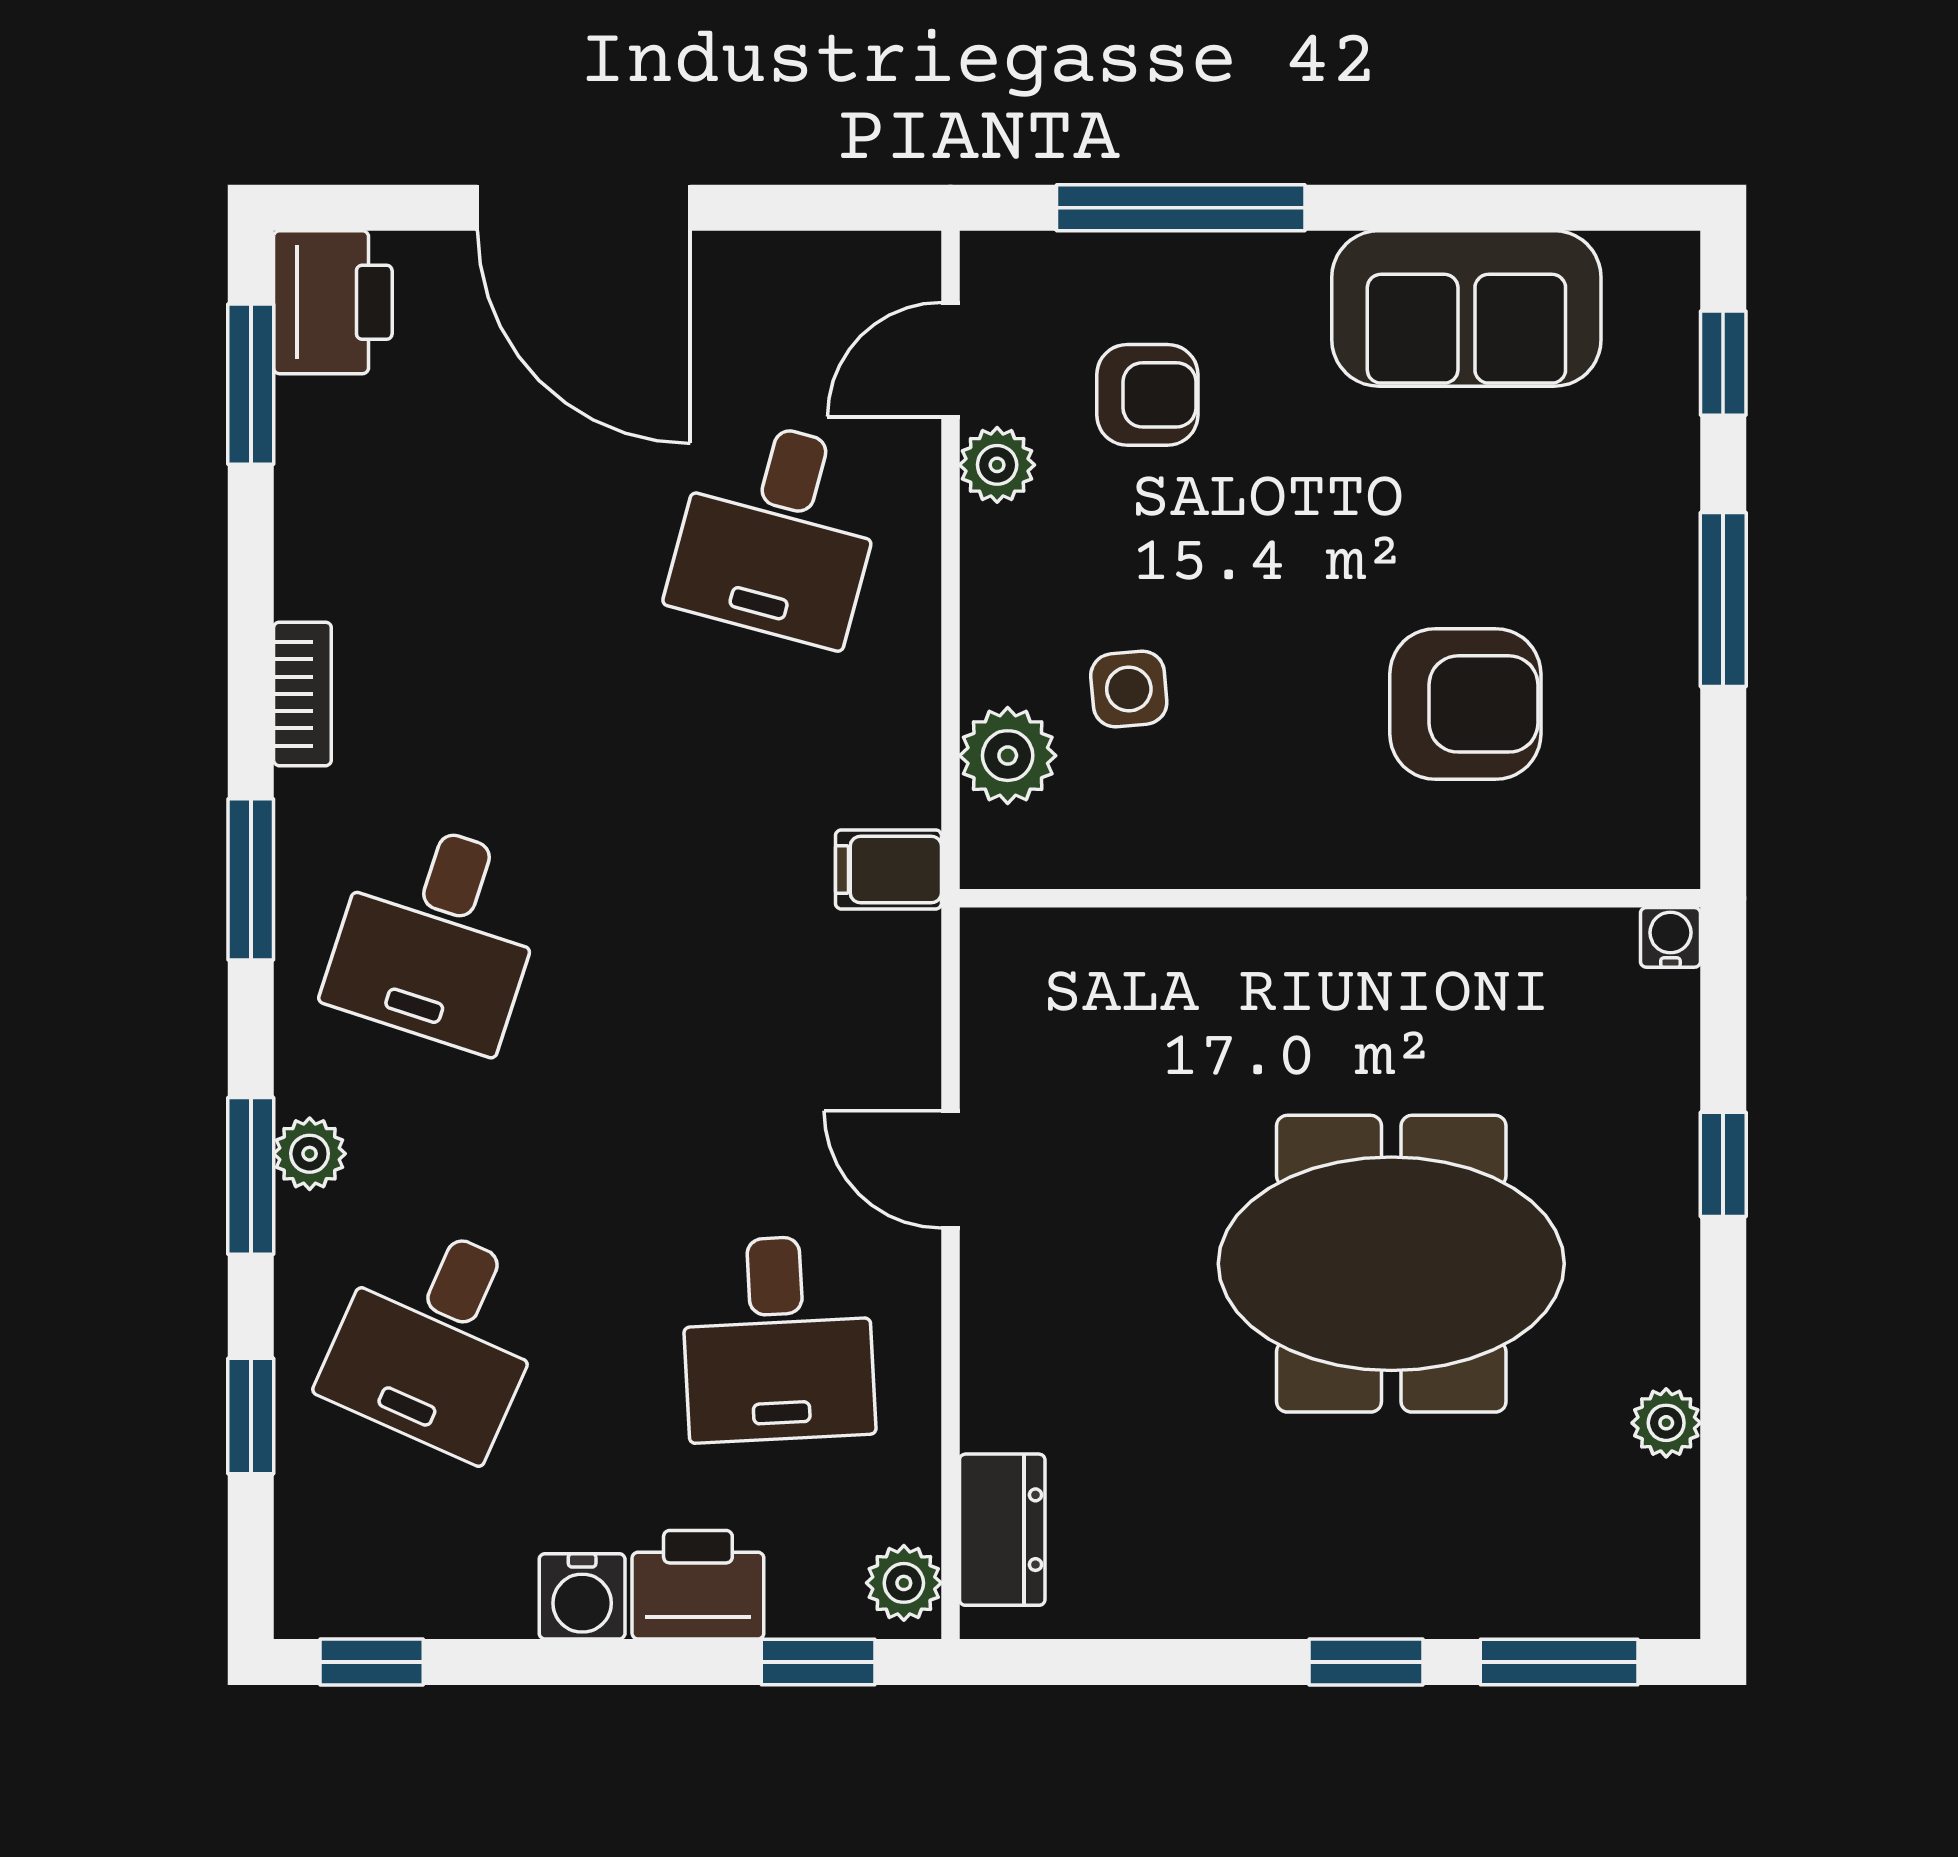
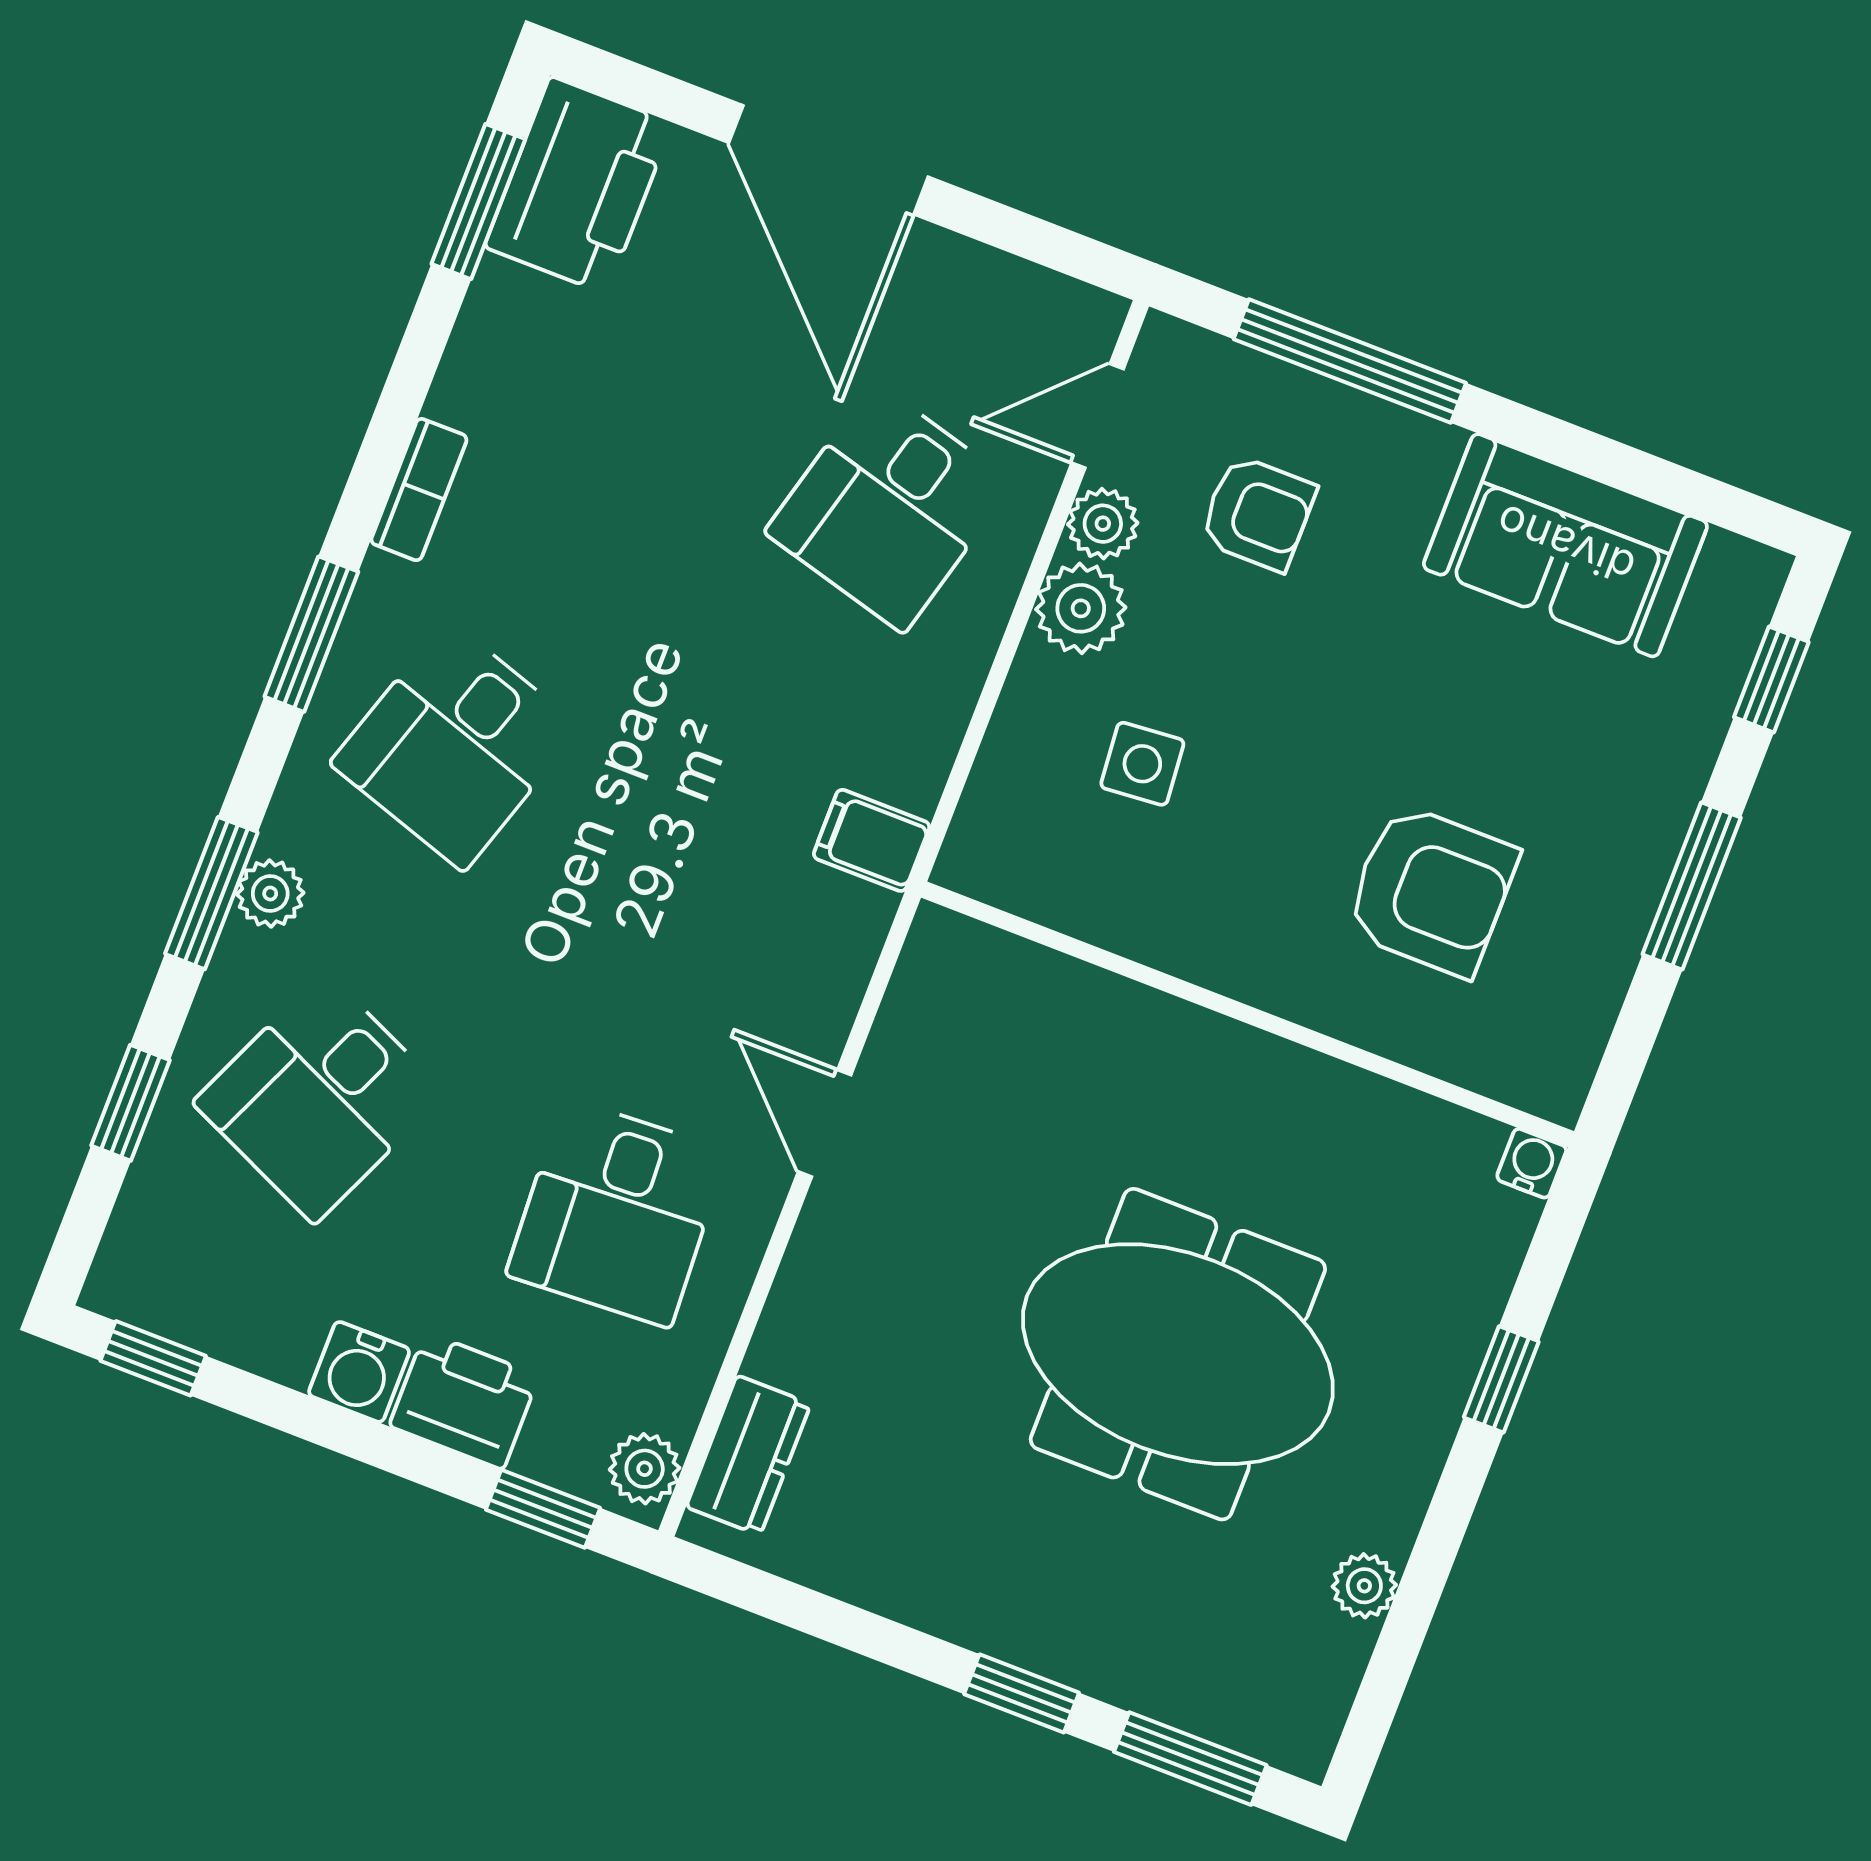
printer: (333, 302) -> (578, 185), width x1.37, depth x1.19
plant: (1008, 756) -> (1081, 608), moved

